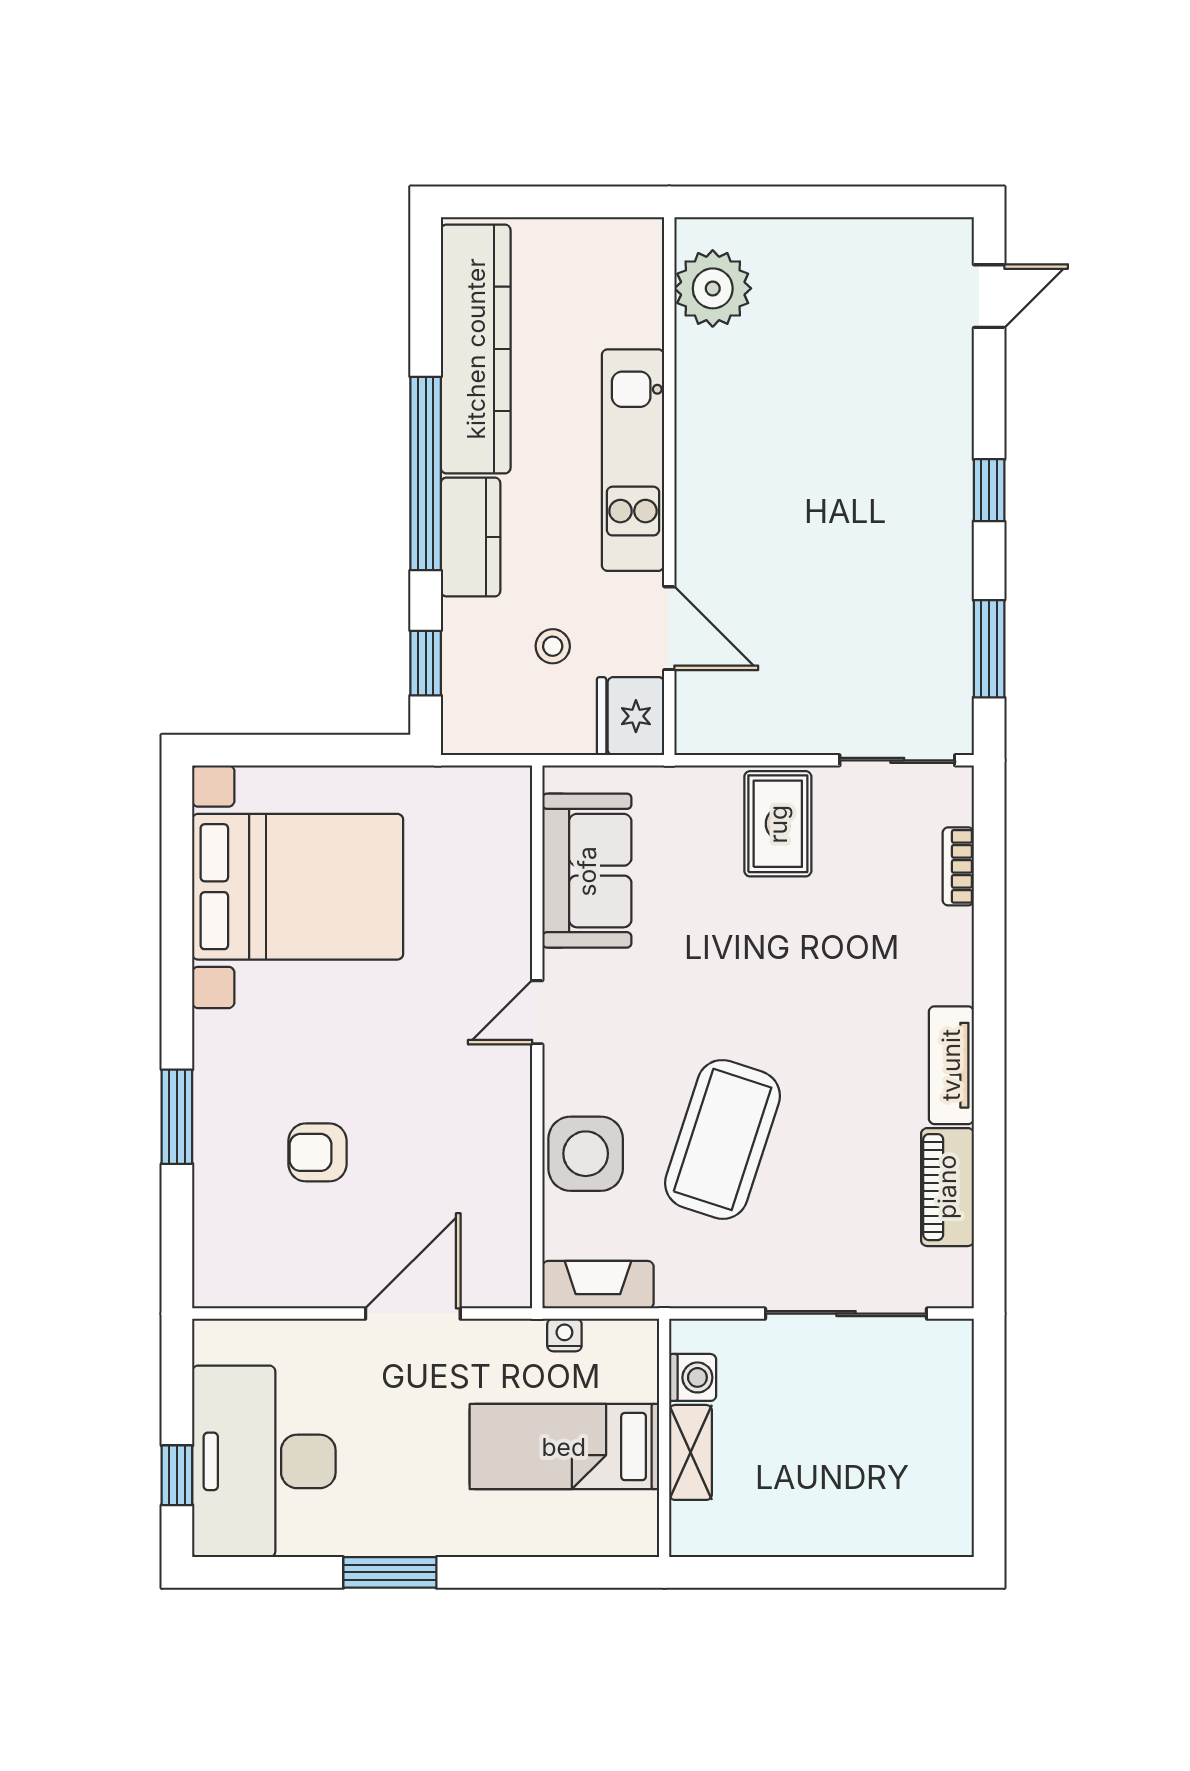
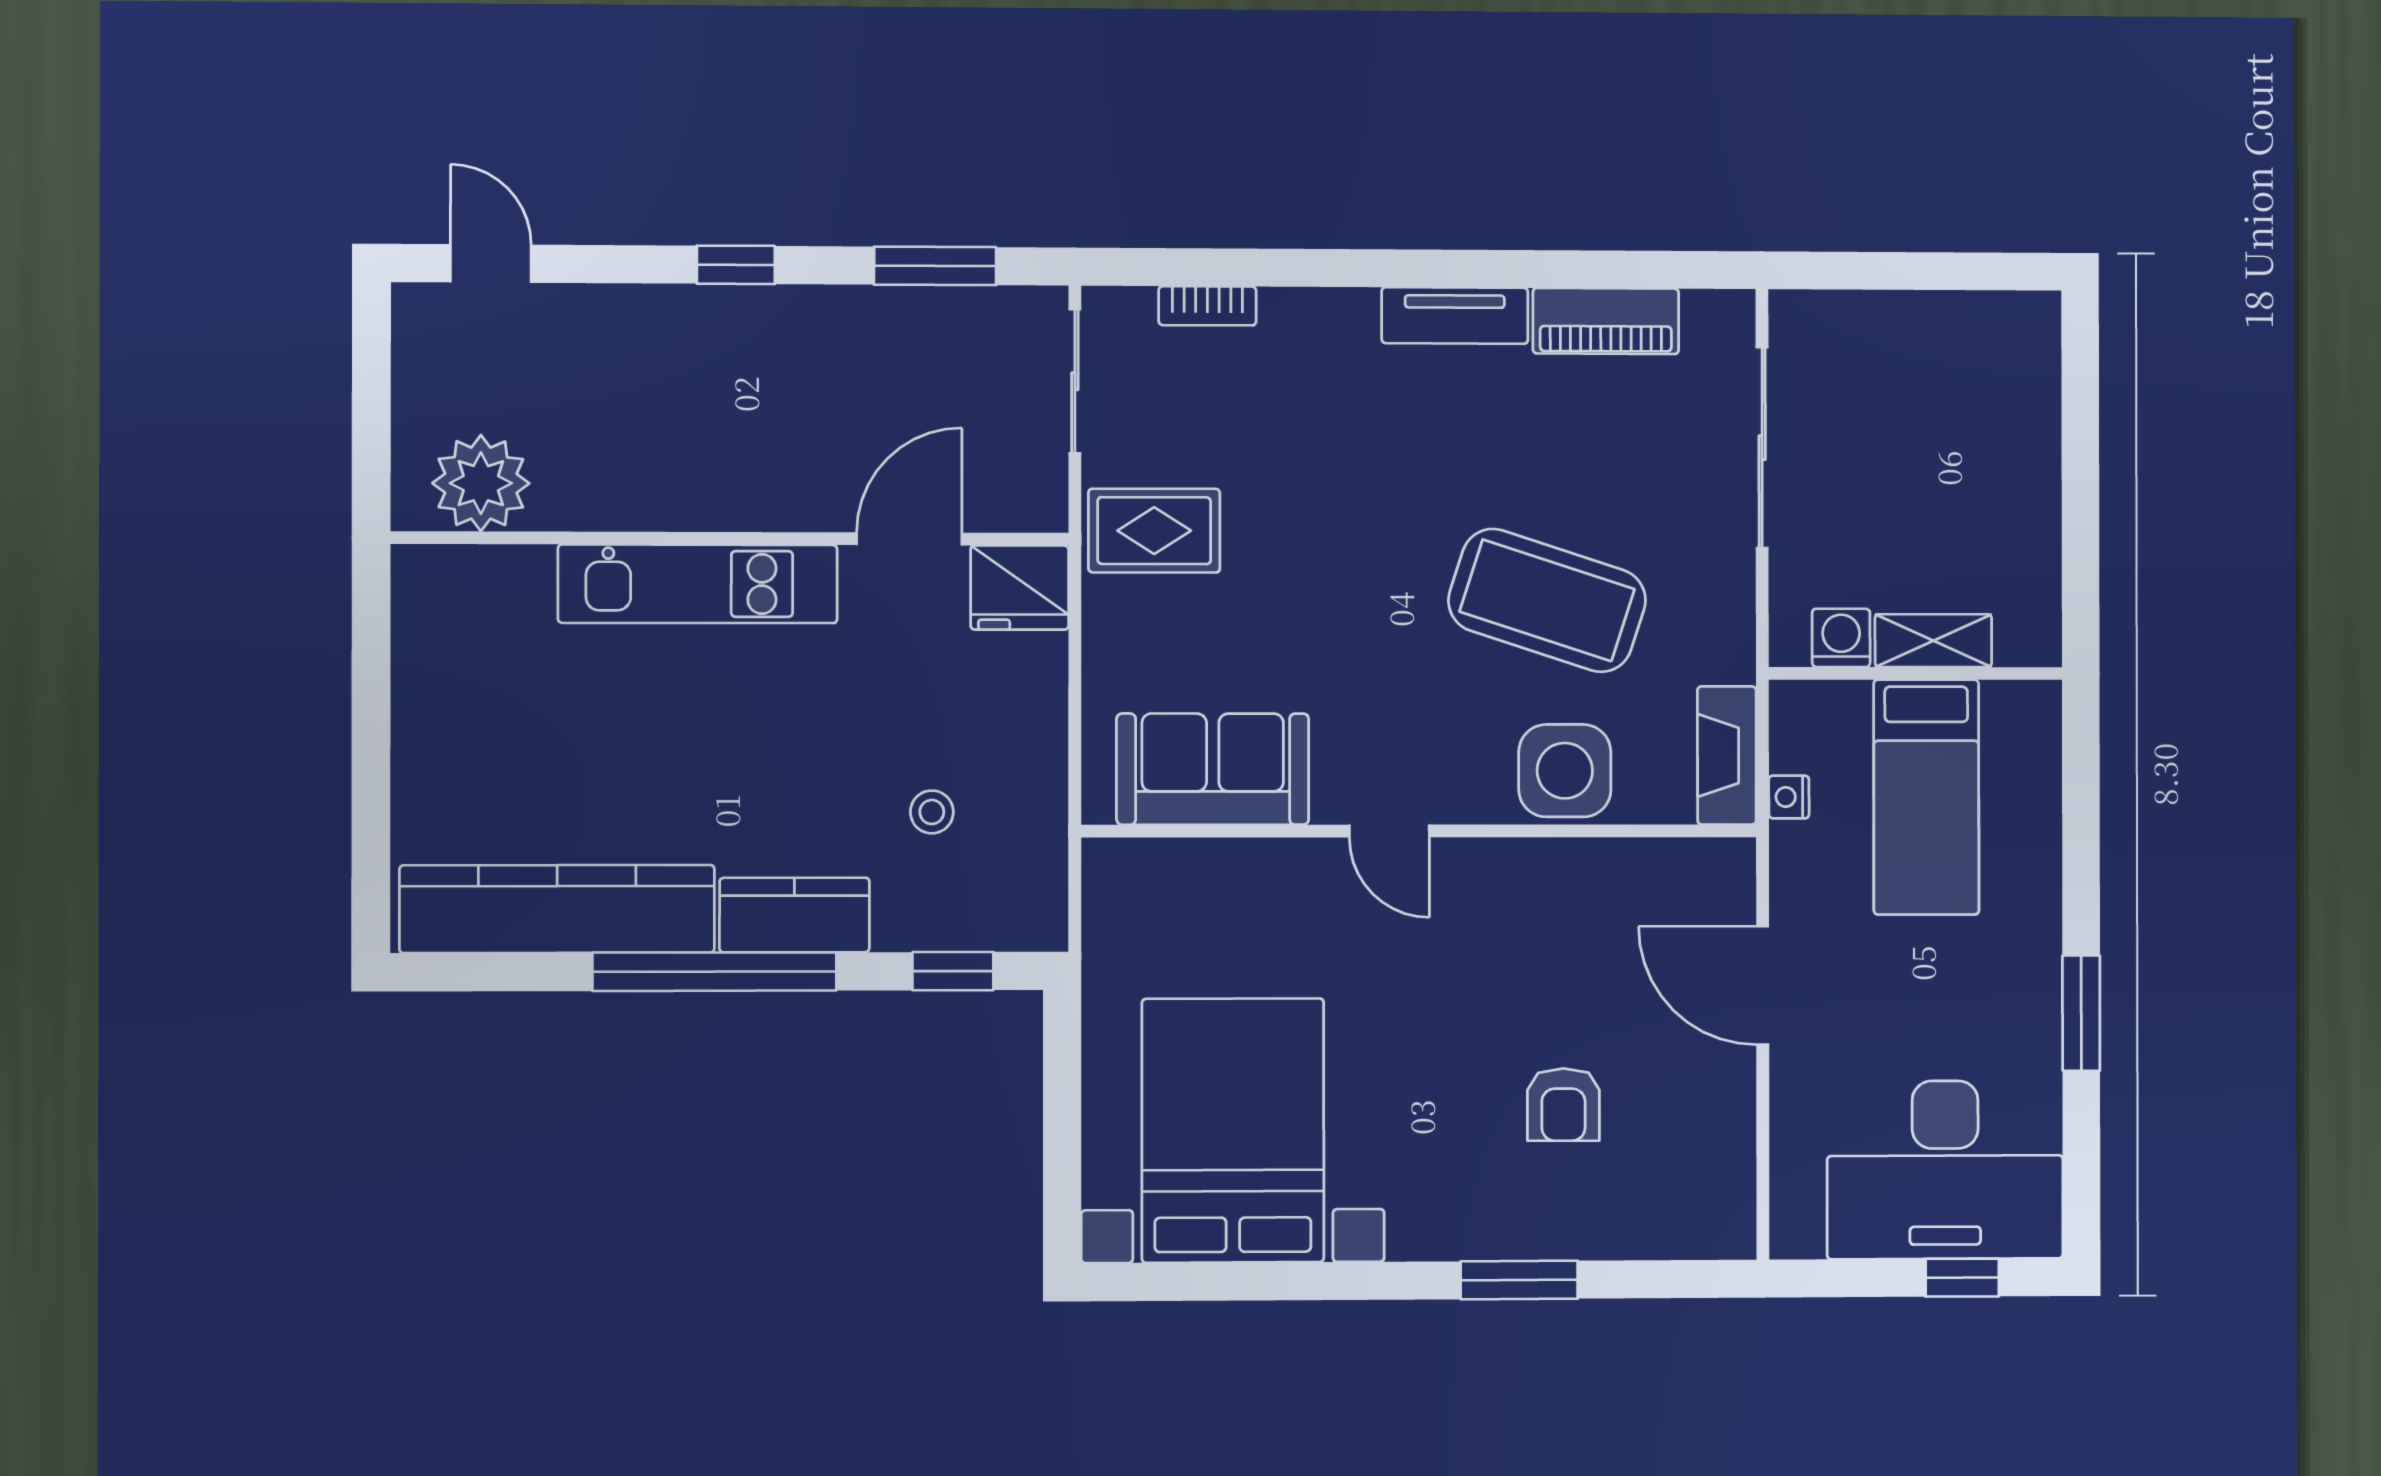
plant: (713, 288) -> (481, 483), moved
kitchen unit: (633, 460) -> (698, 584), moved
wall: (669, 486) -> (731, 538), moved
door: (669, 628) -> (909, 539), moved
fridge: (631, 716) -> (1020, 588), moved

